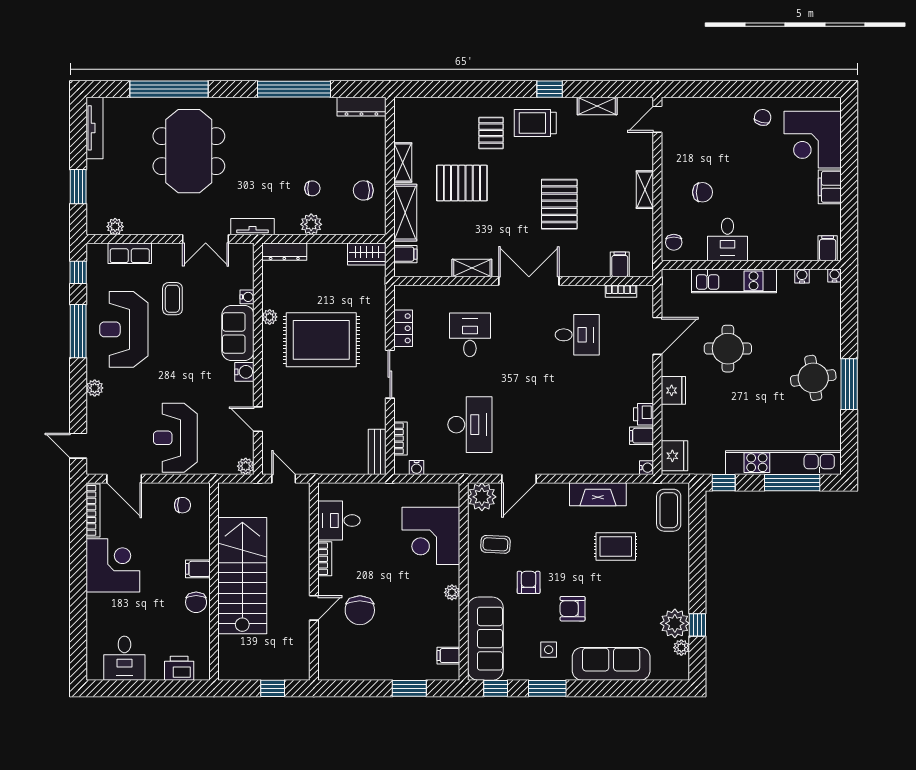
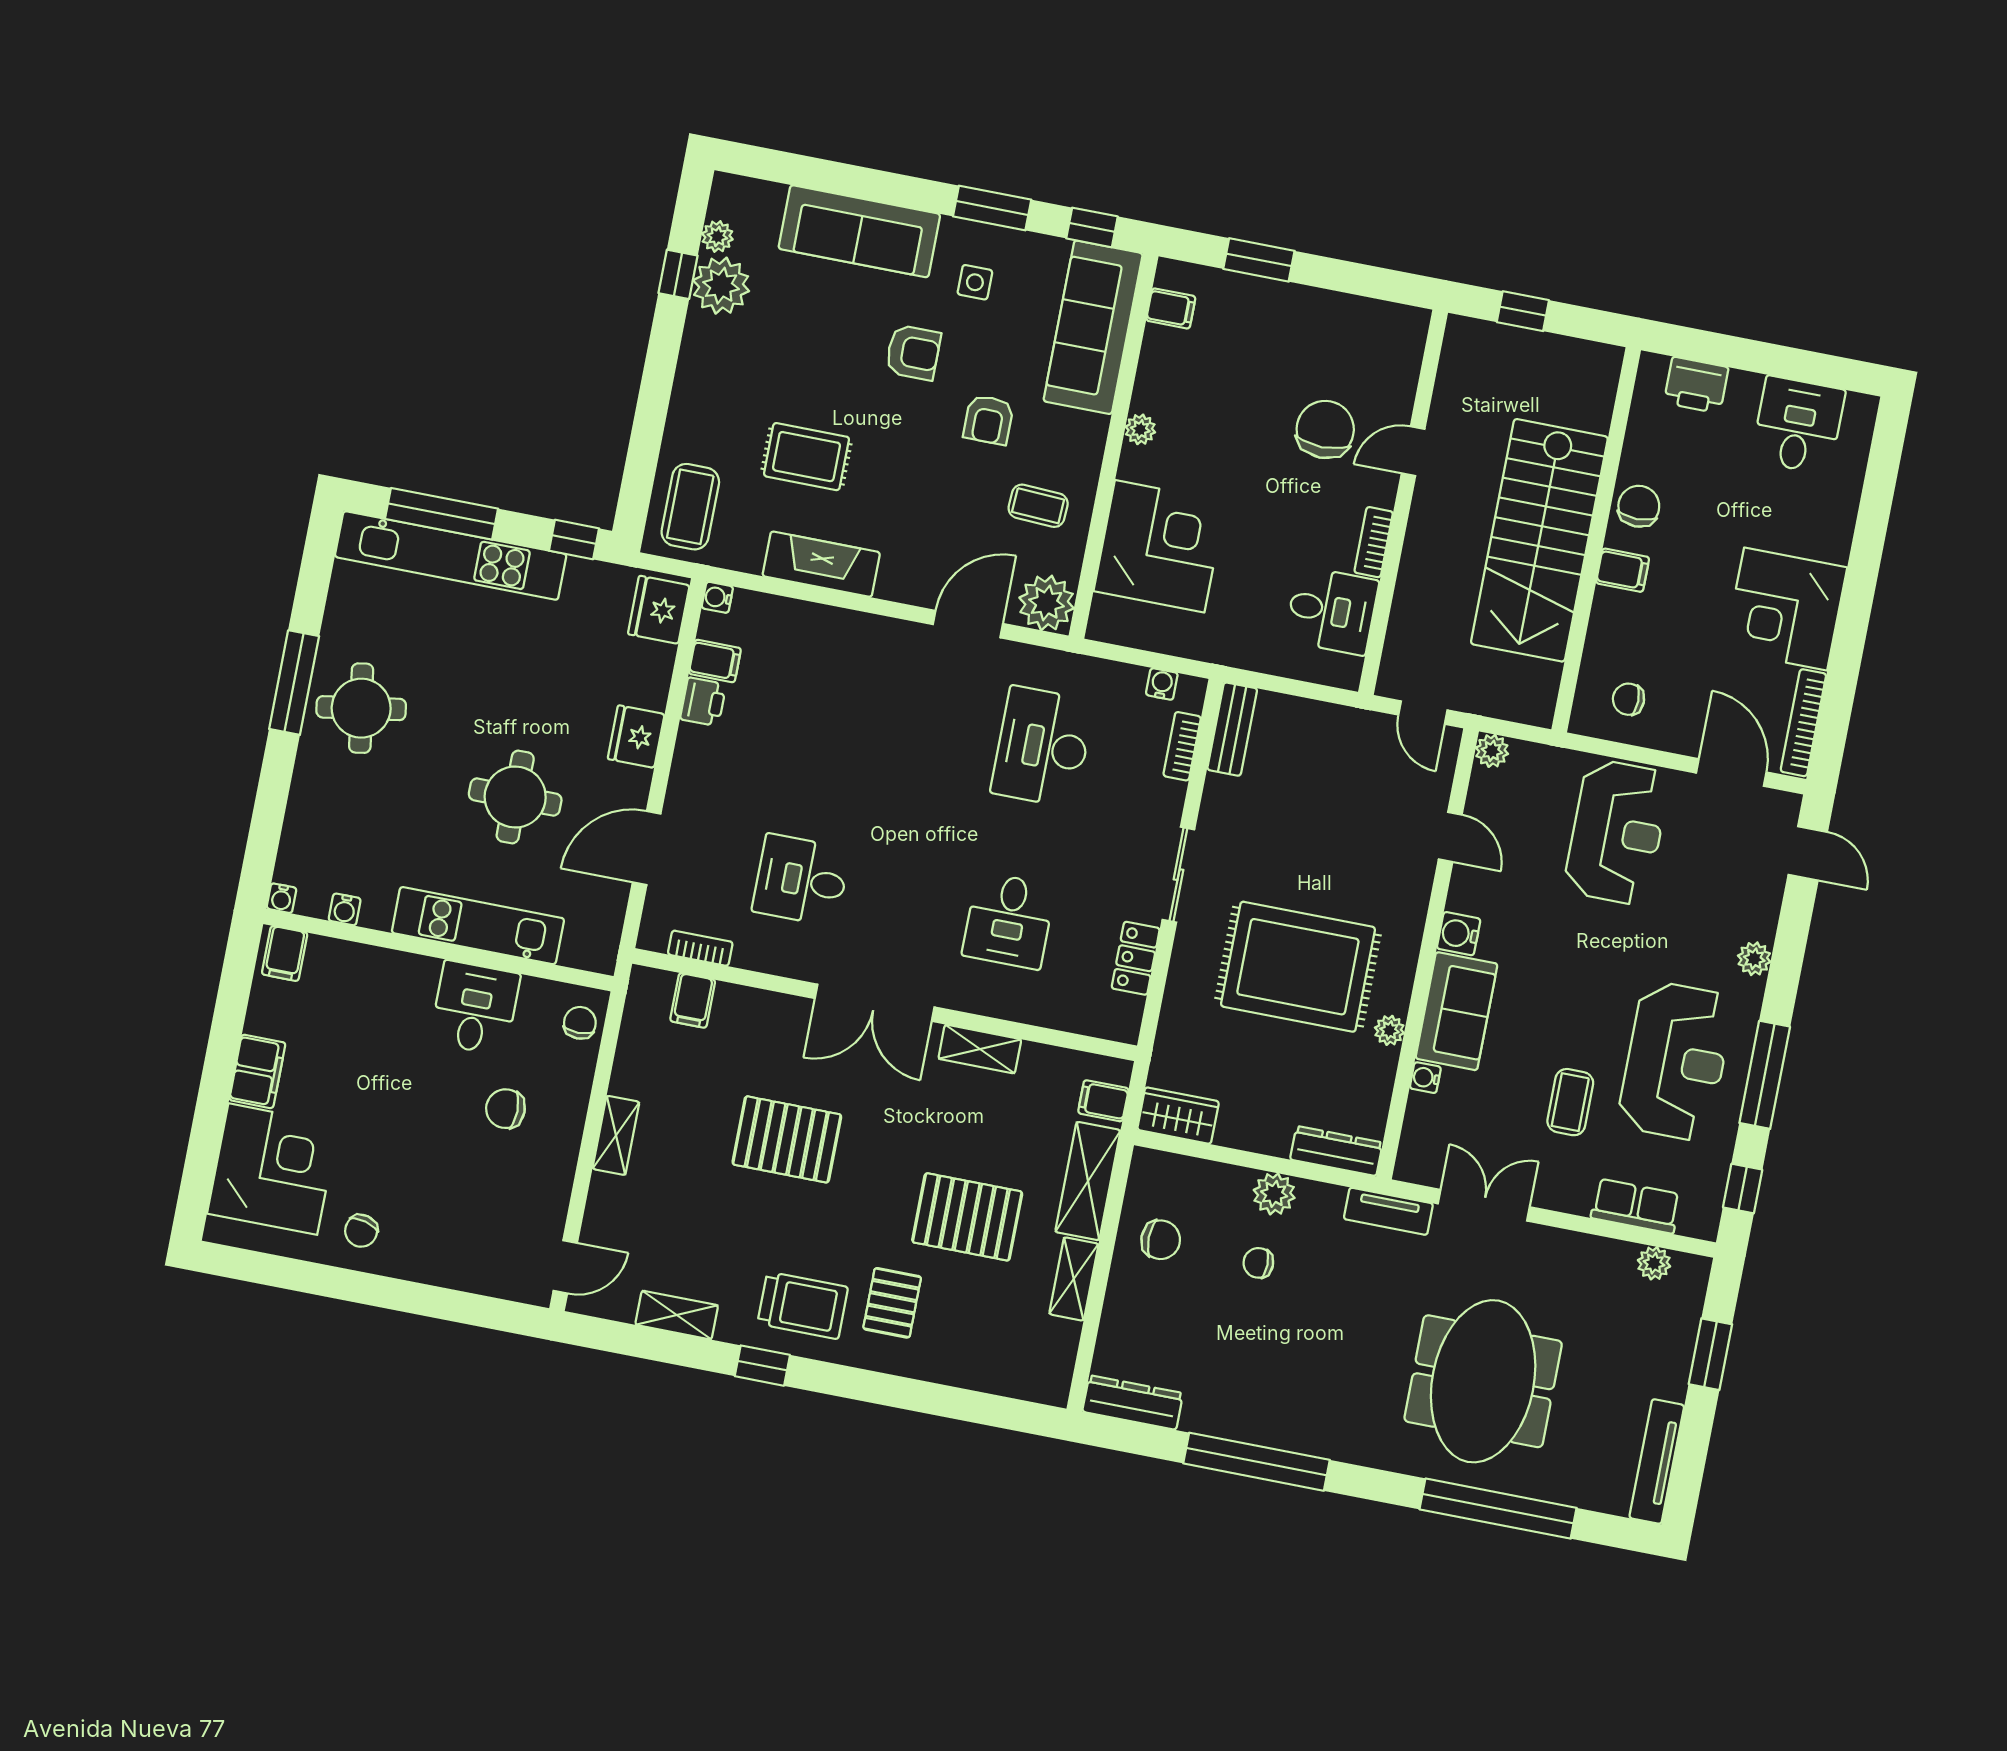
pallet: (559, 204) -> (787, 1139), turned 90

